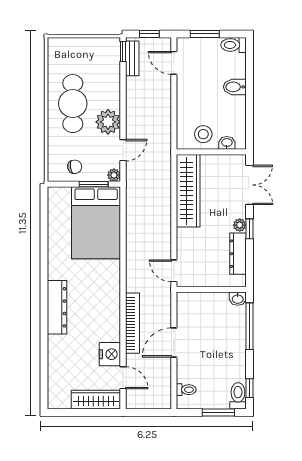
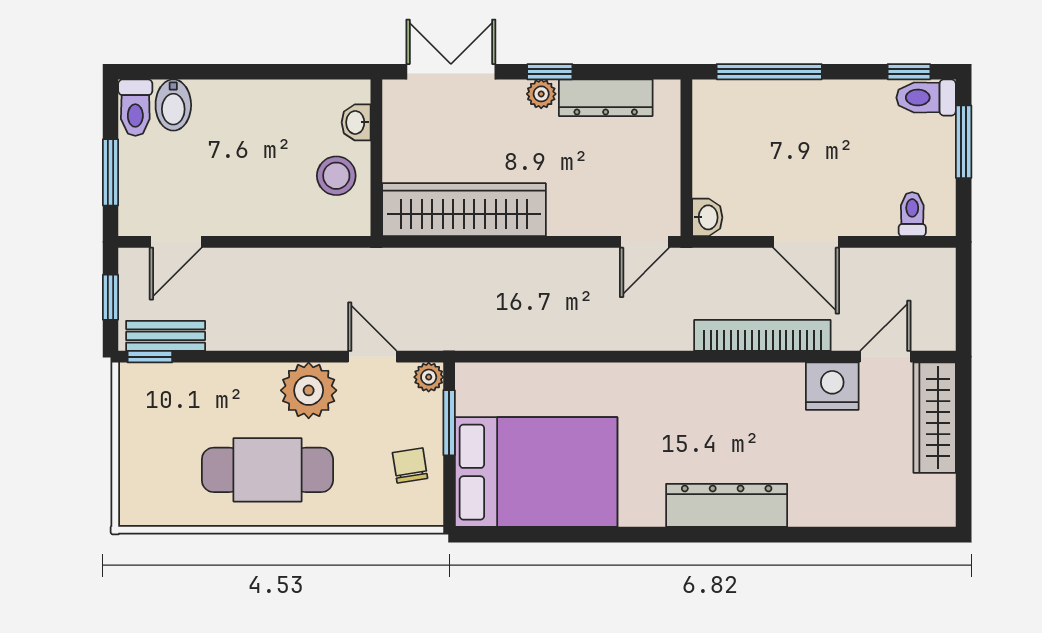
bidet: (235, 87) -> (173, 105), moved
bed: (96, 223) -> (536, 472), moved
washbasin: (238, 299) -> (707, 217), moved

